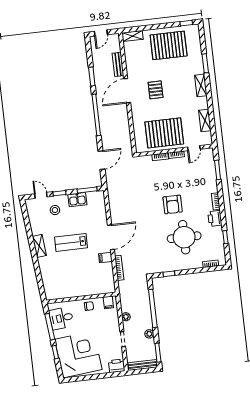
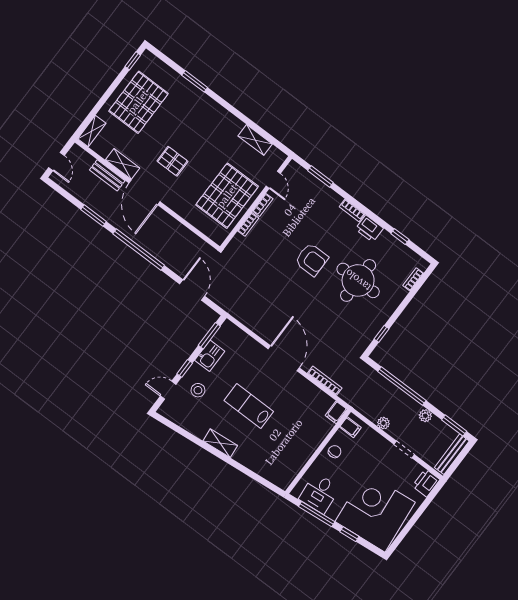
shelving: (201, 85) -> (123, 164), moved
lab bench: (71, 242) -> (249, 406), turned 90
filing cabinet: (105, 258) -> (336, 412), moved

